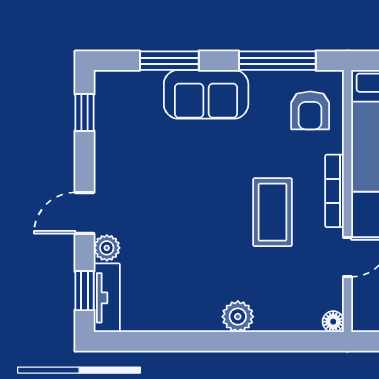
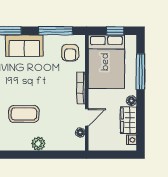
coffee table: (273, 212) -> (24, 114), moved, turned 90
floor lamp: (333, 322) -> (80, 133), moved

